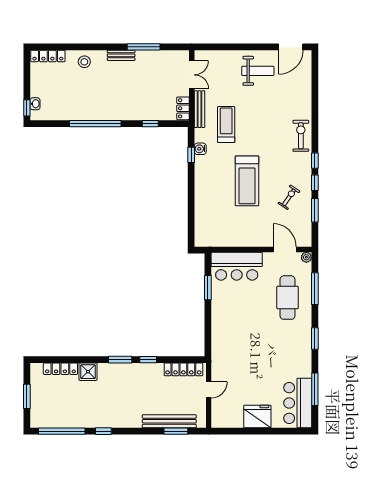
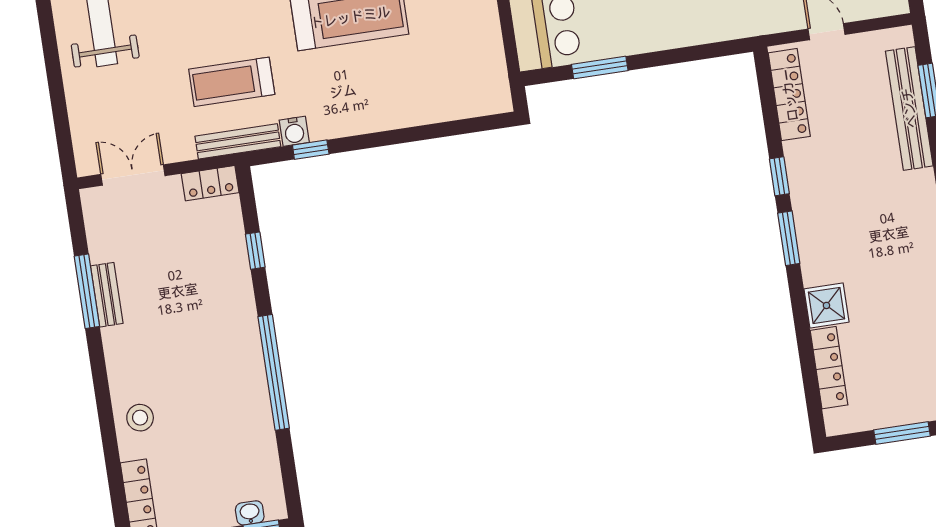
bench: (121, 55) -> (107, 295), moved
bench: (200, 109) -> (238, 141), moved

